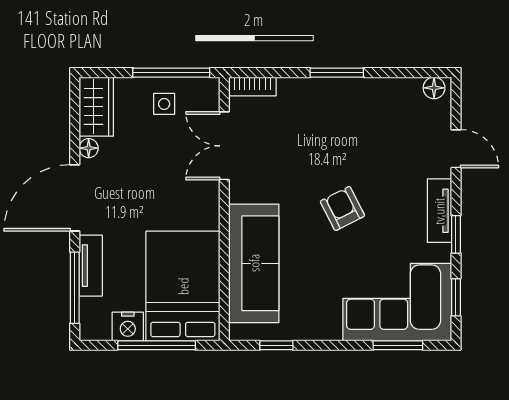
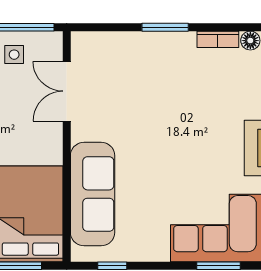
bookcase: (252, 86) -> (218, 39), moved
armchair: (342, 209) -> (170, 146), removed

